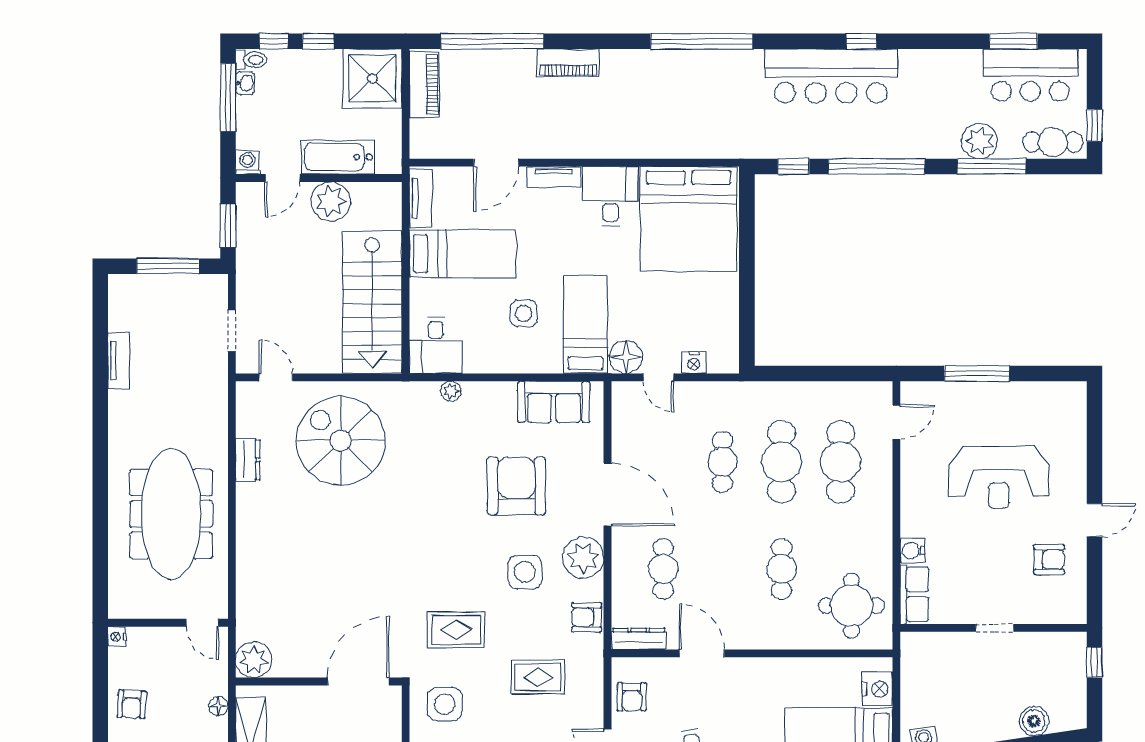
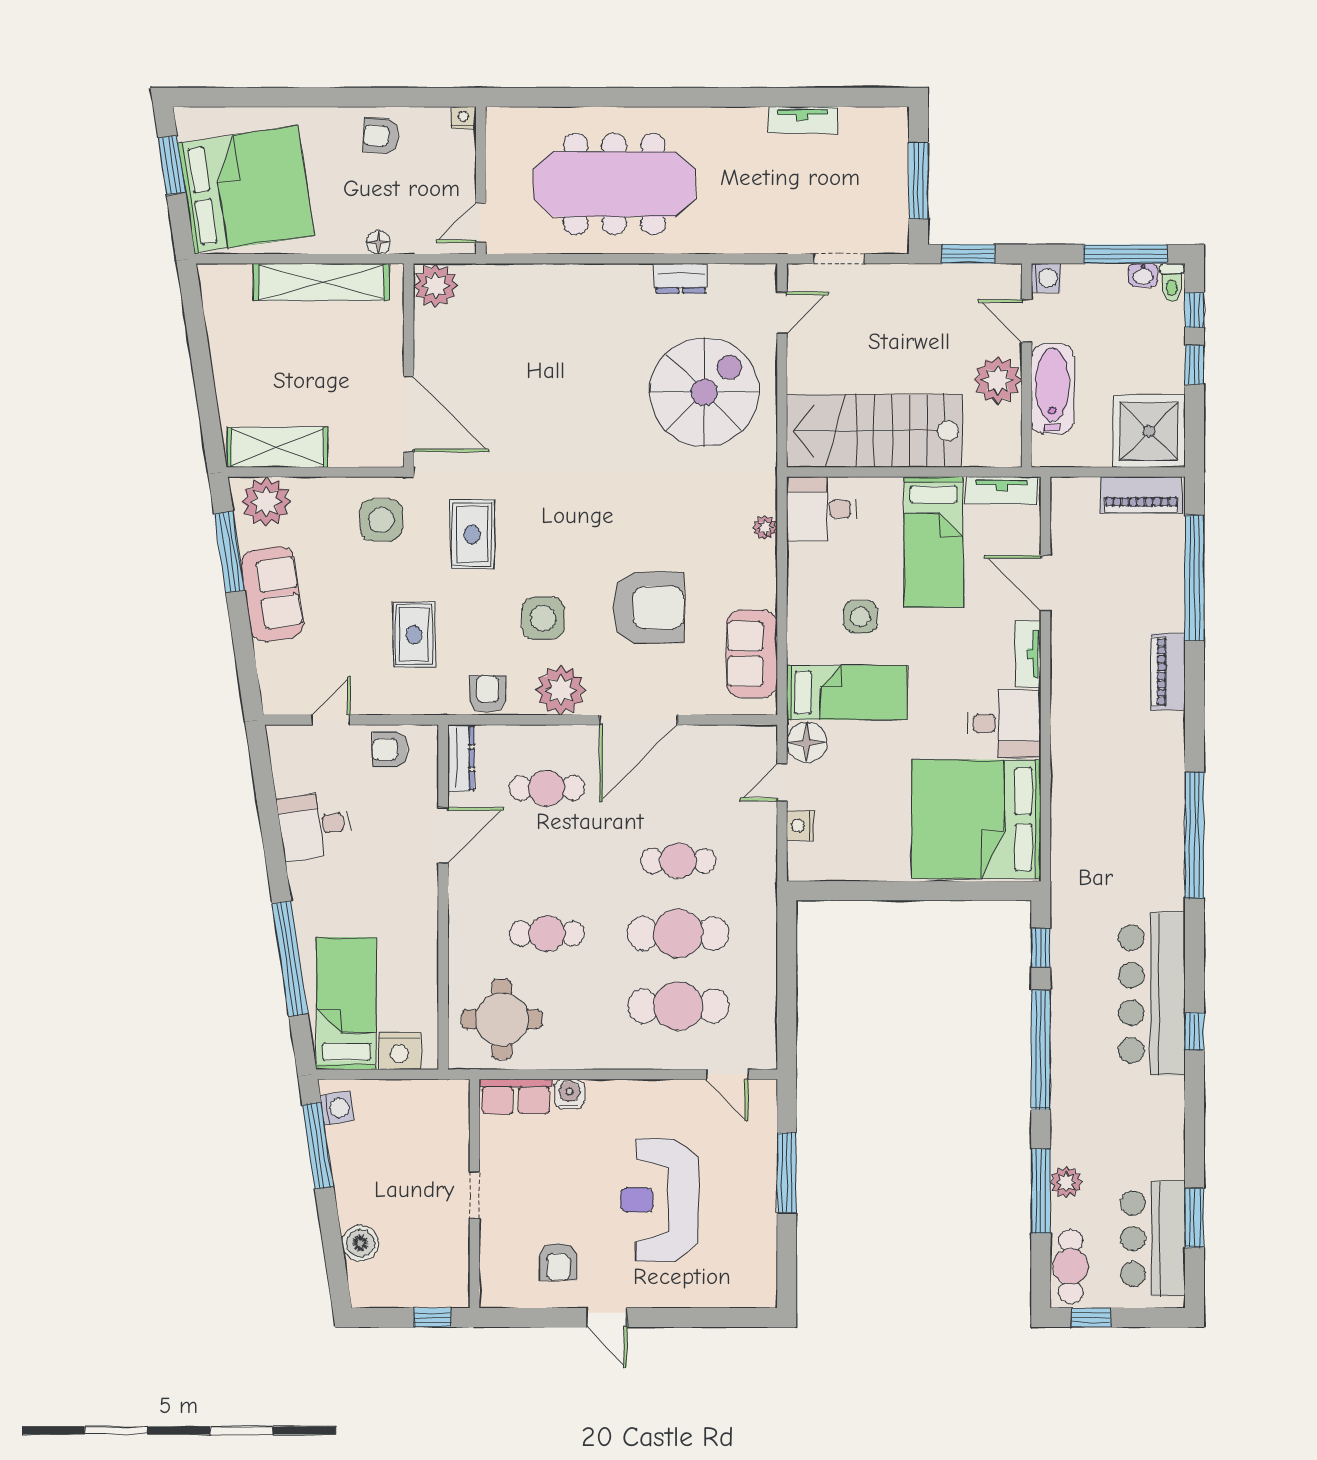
plant: (979, 141) -> (1066, 1182), width x0.73, depth x0.73

